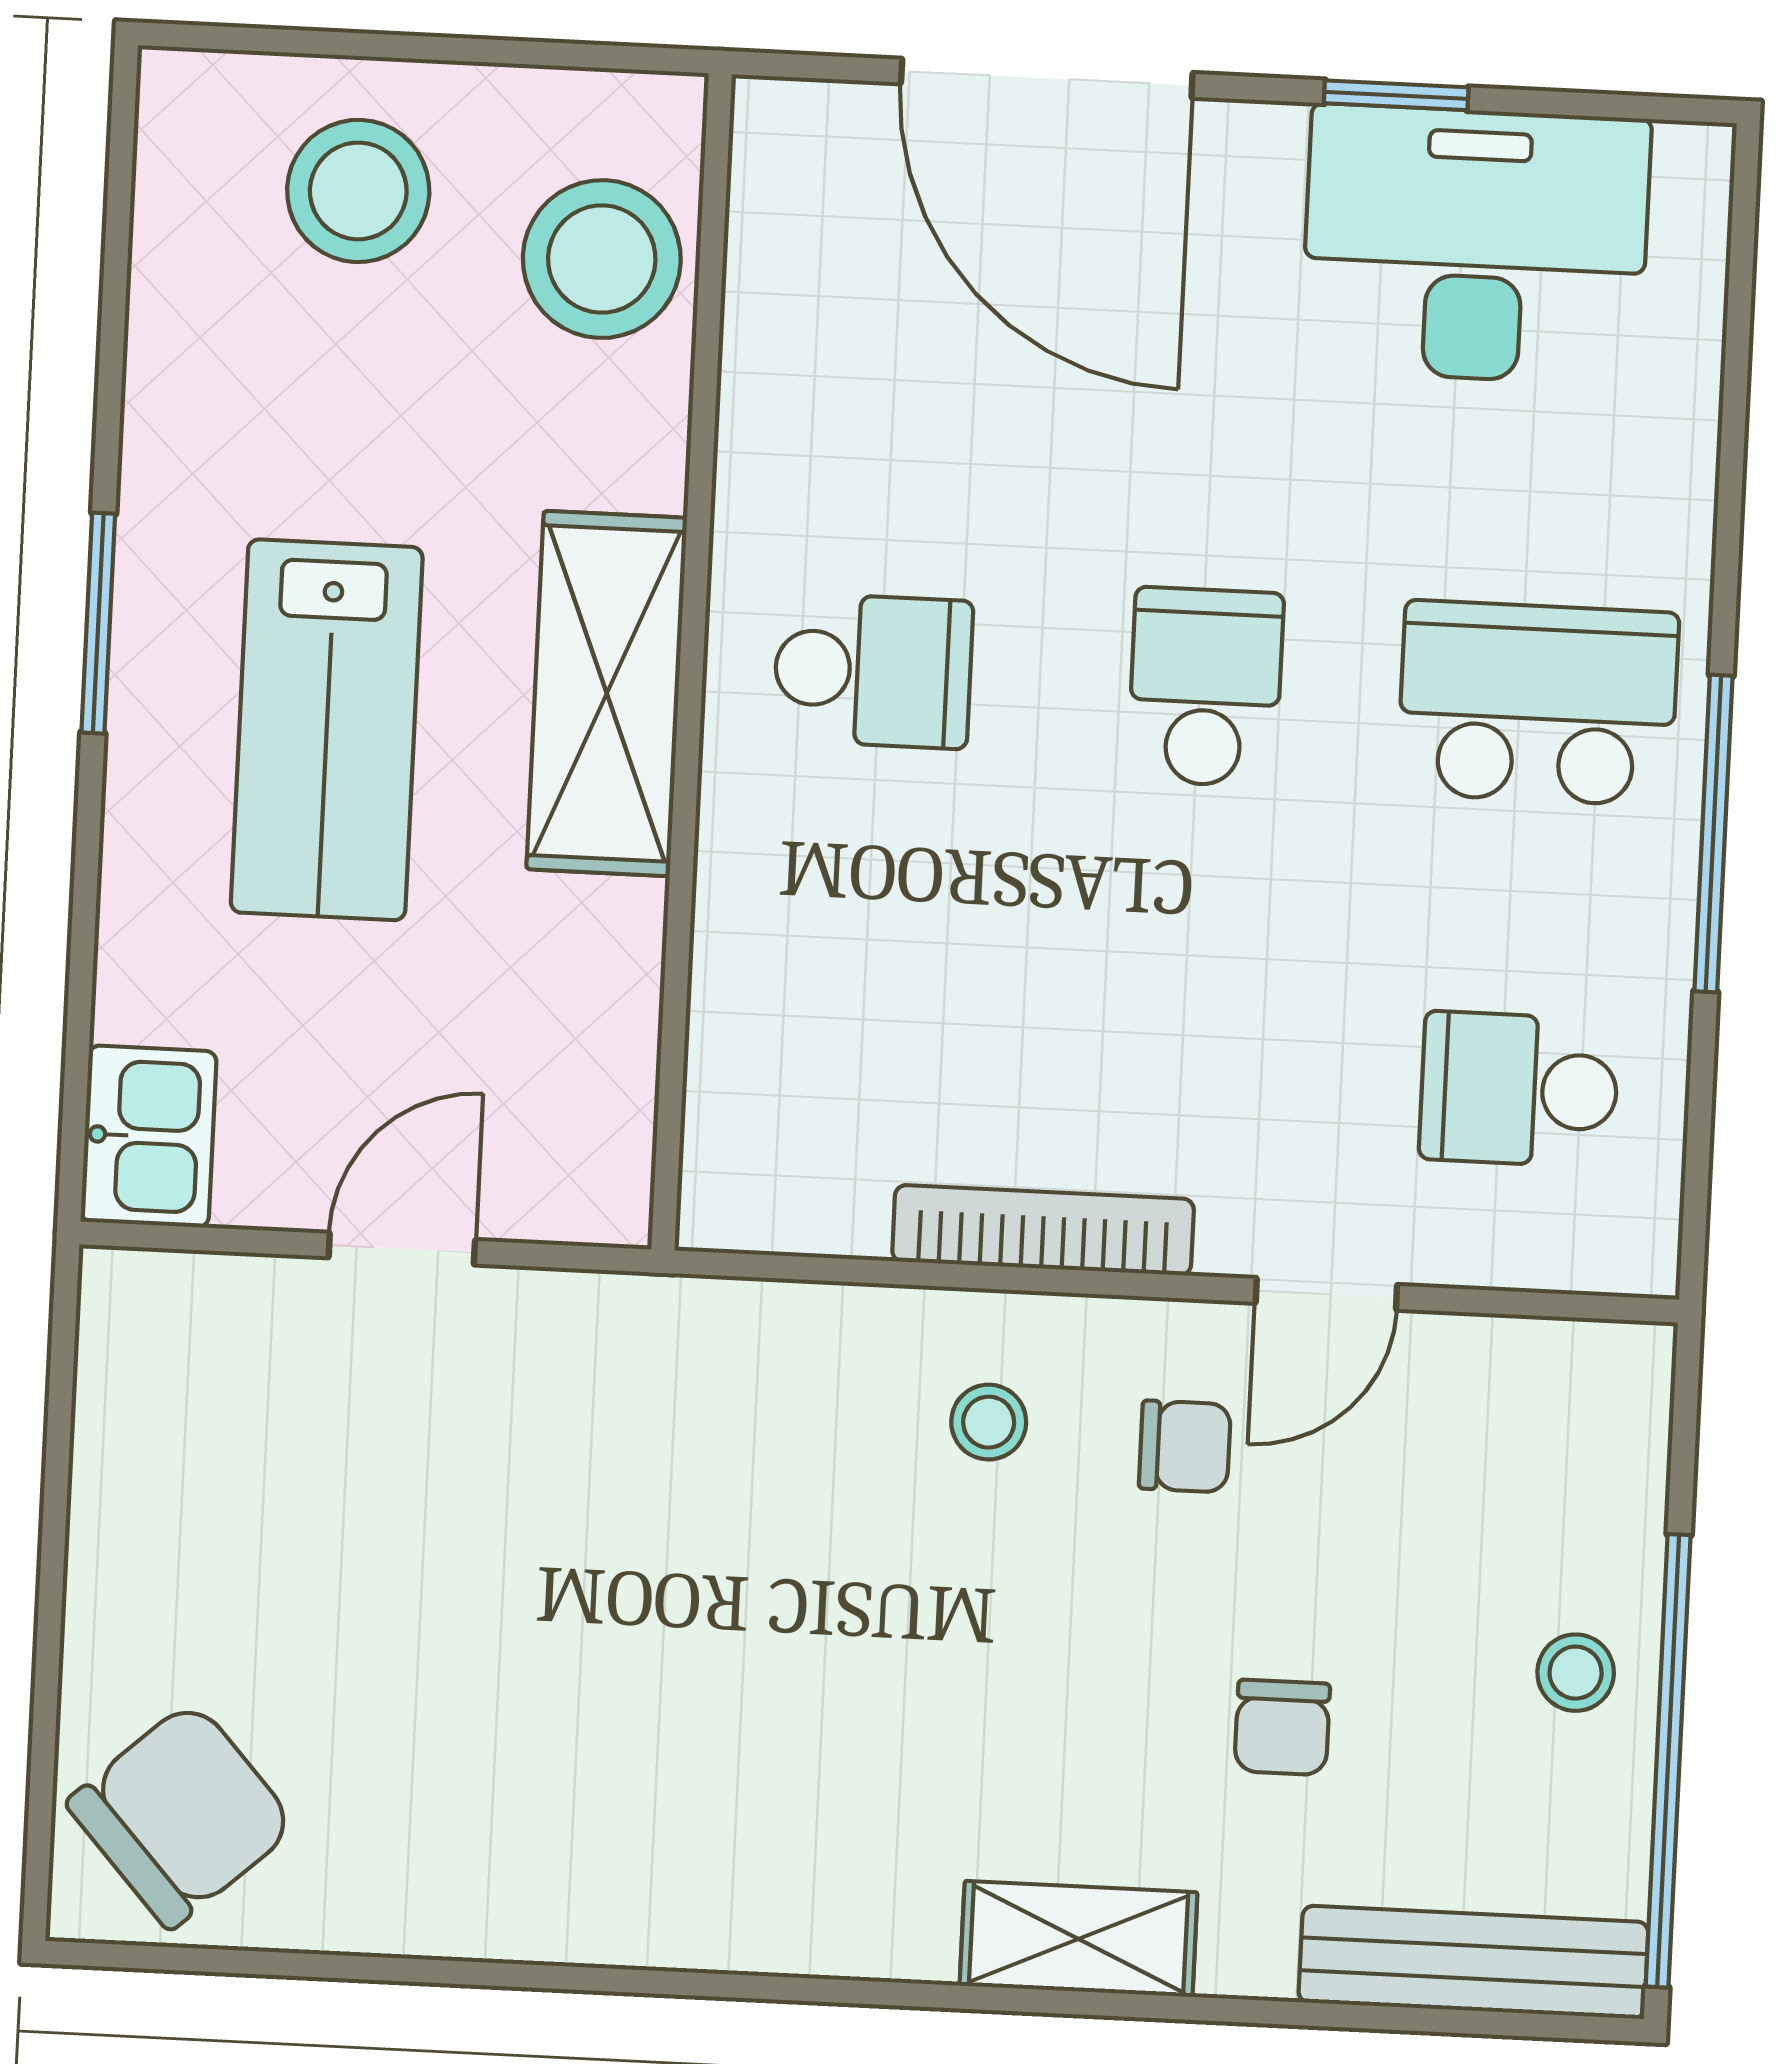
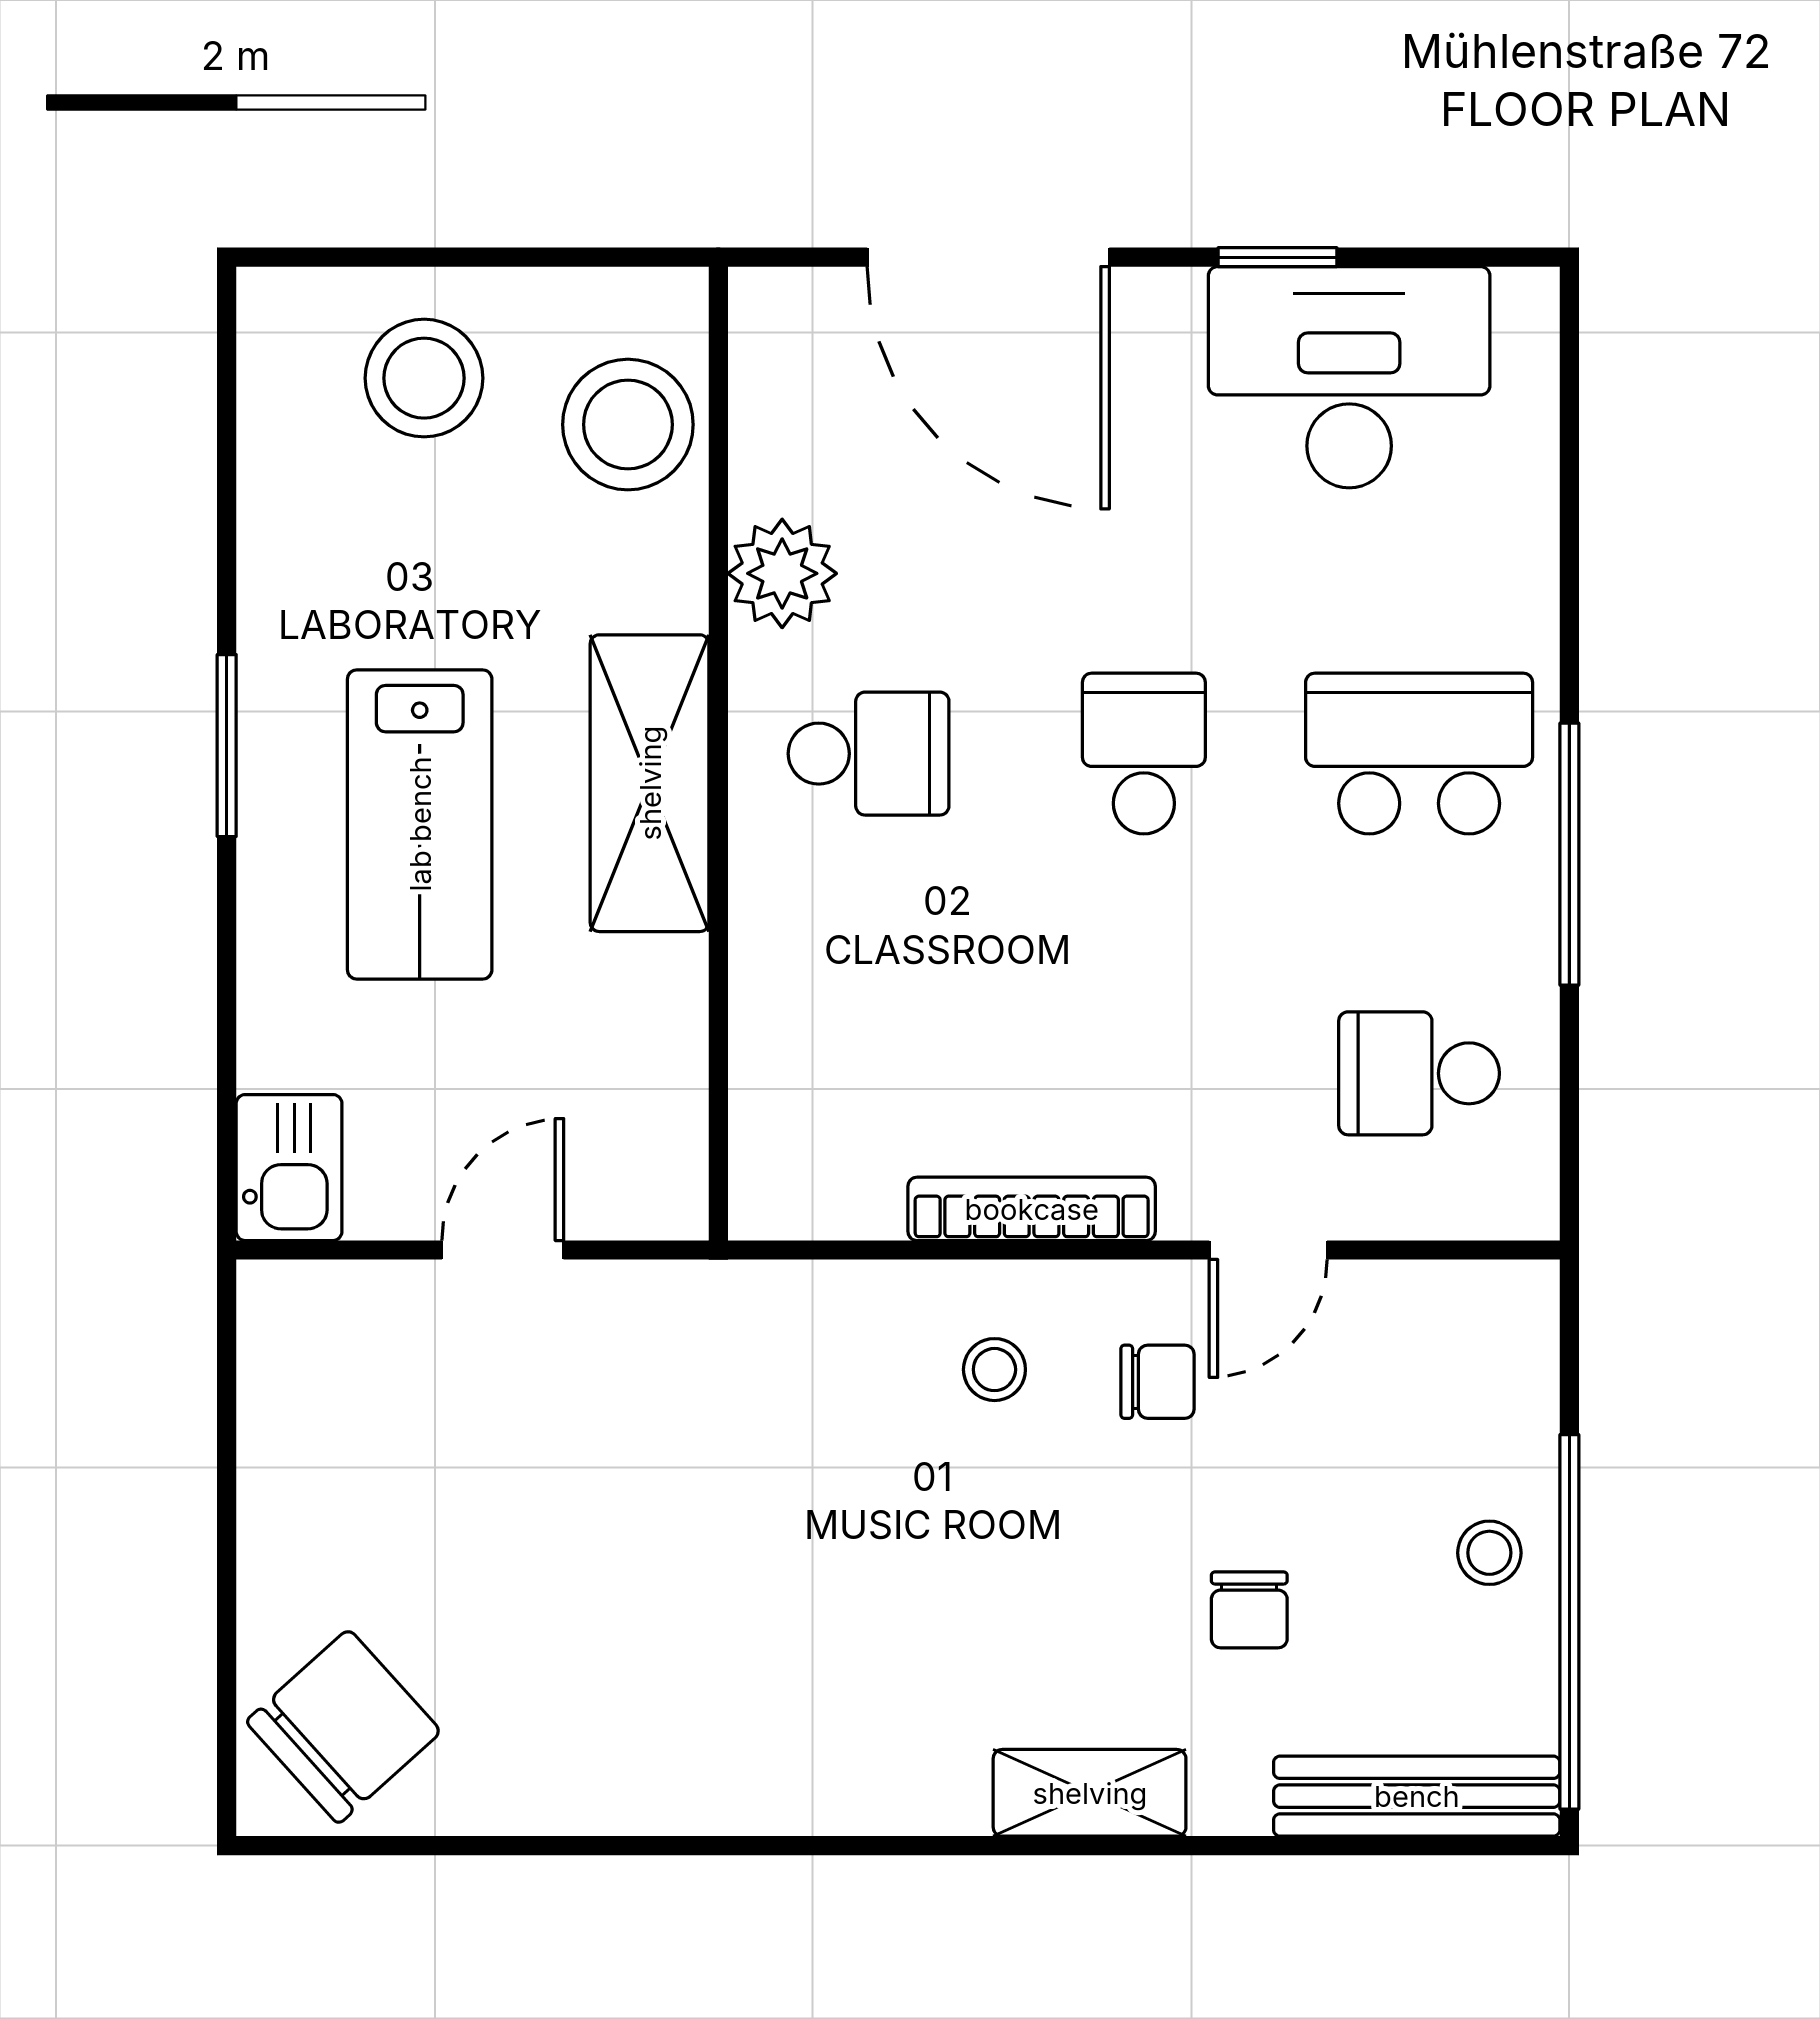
plant: (779, 448) -> (782, 573), added

